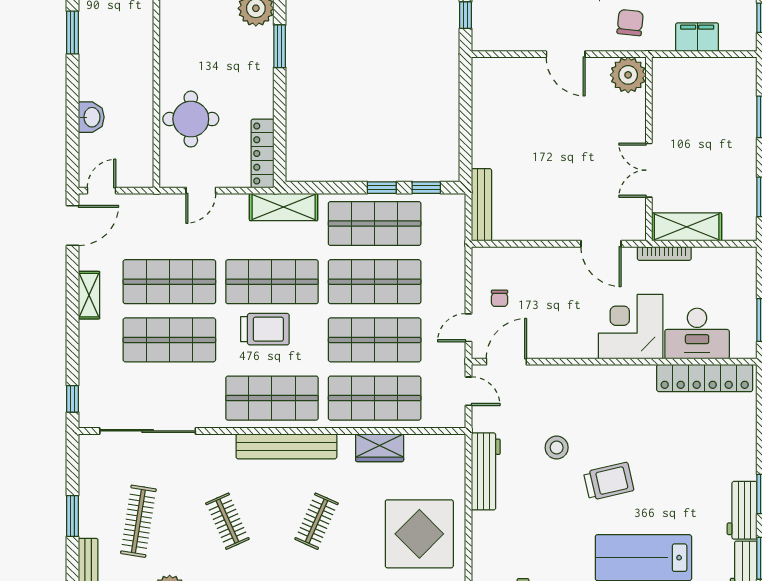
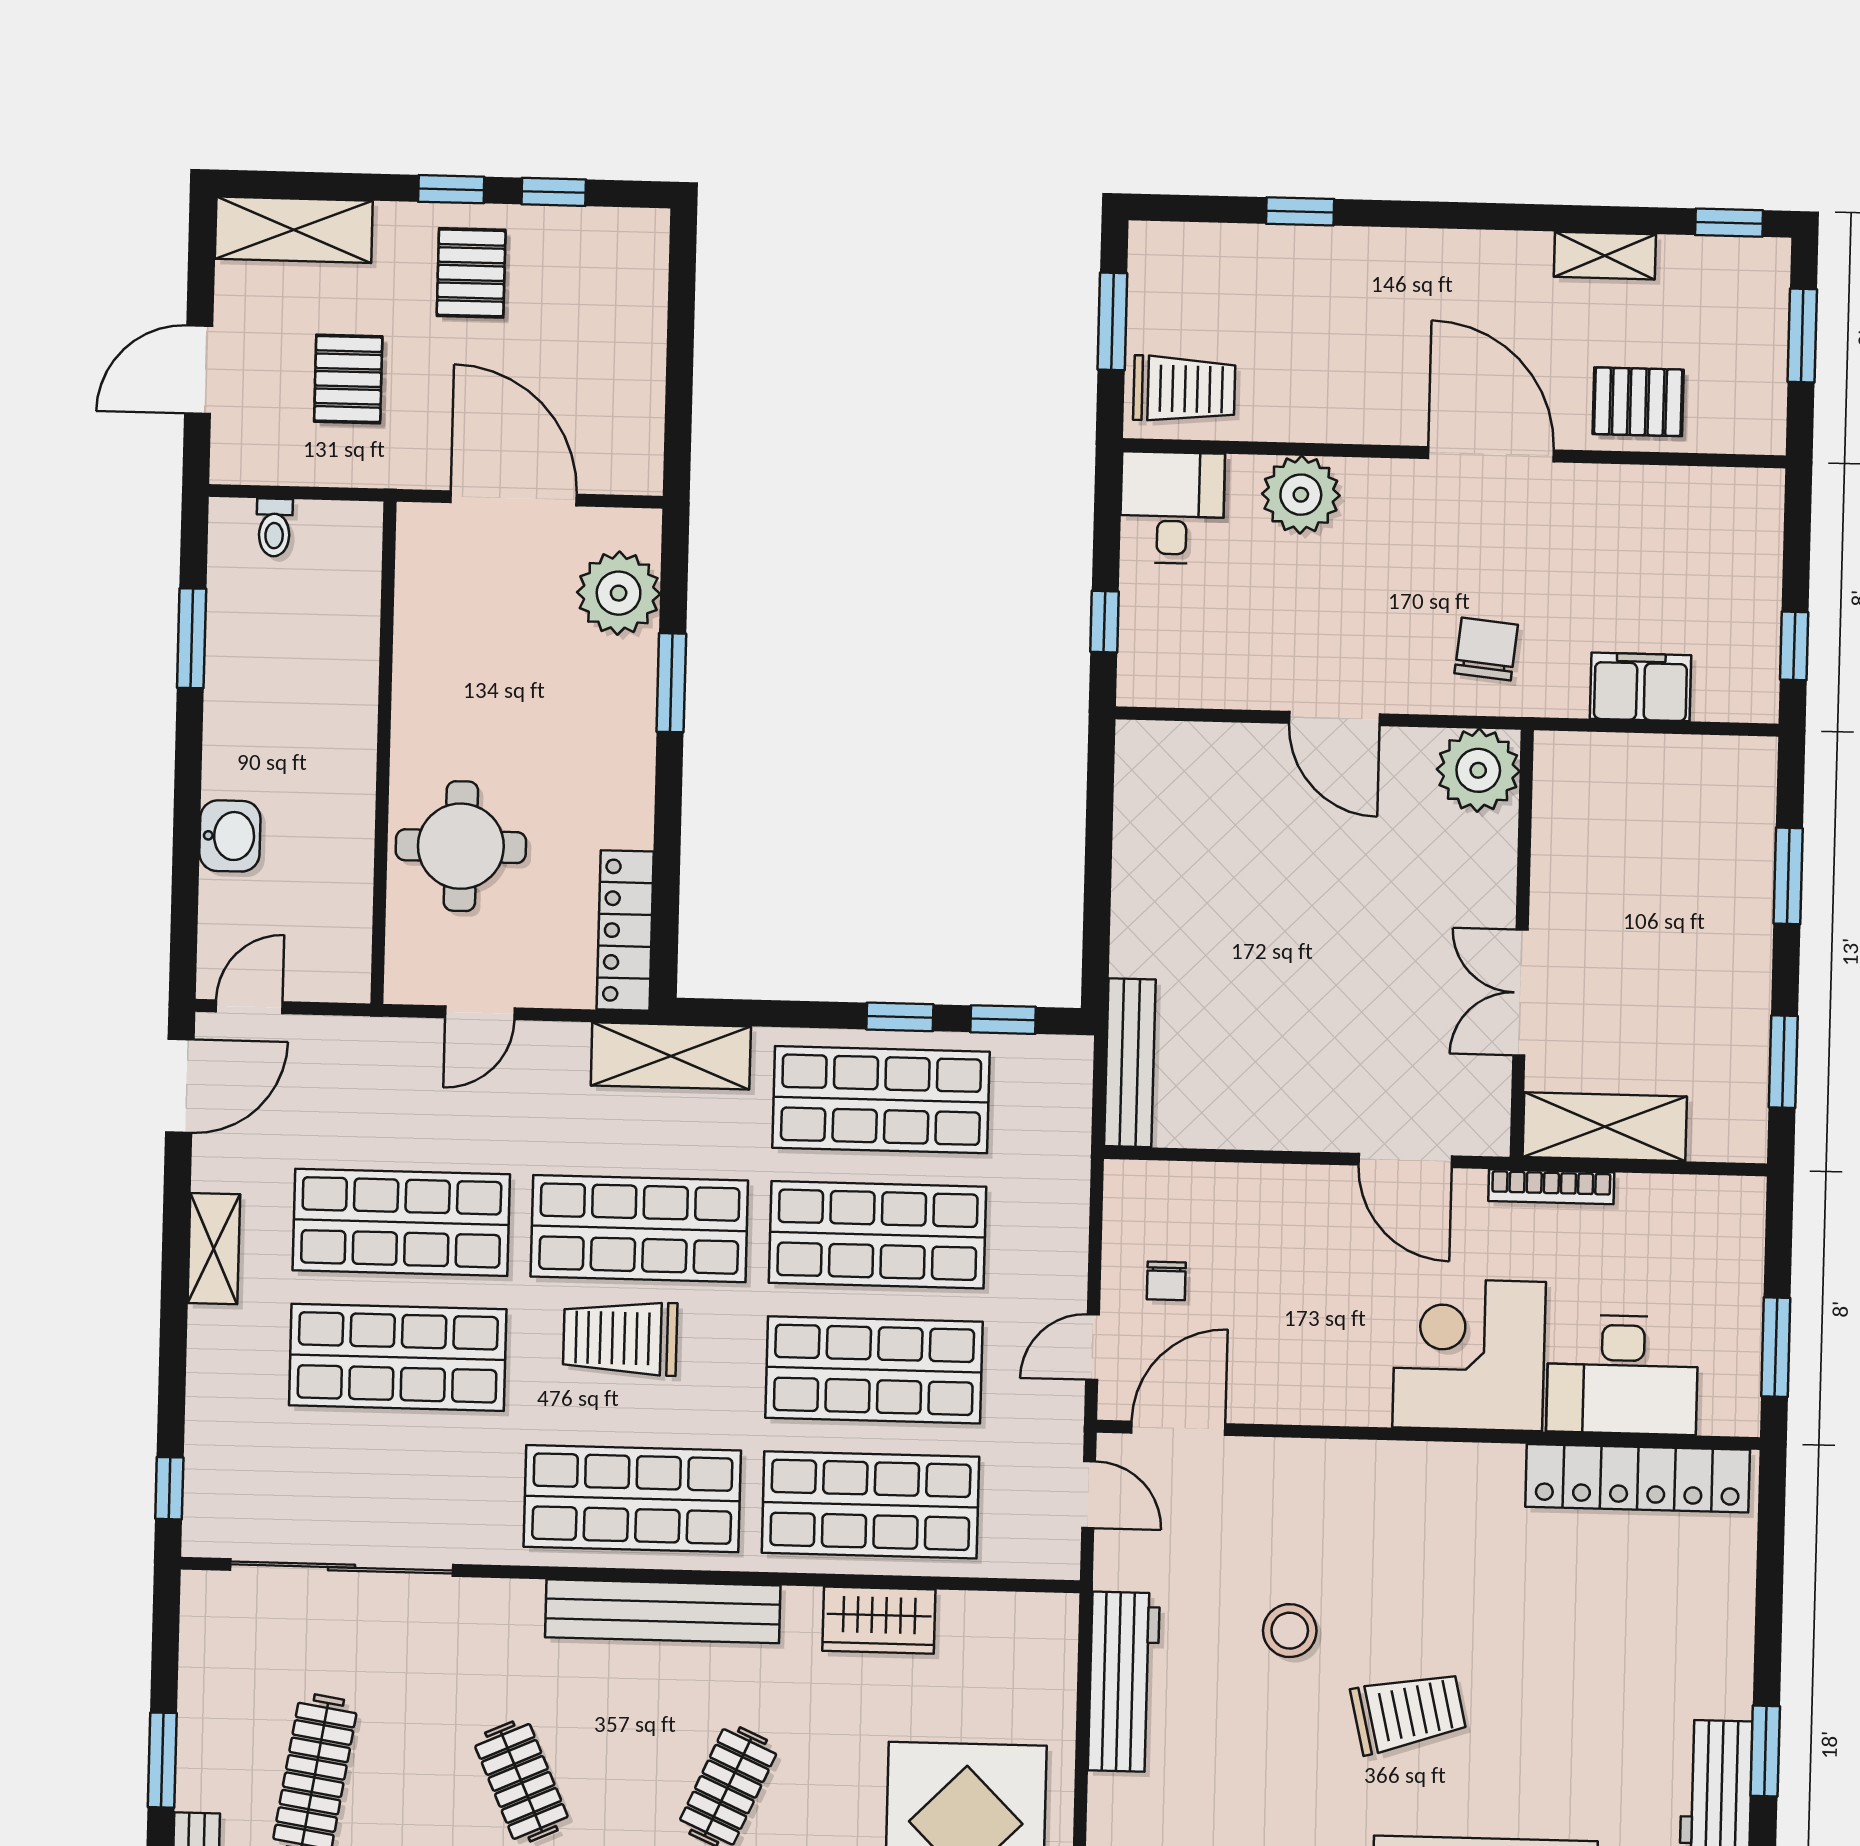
trolley: (265, 329) -> (620, 1338), turned 180

